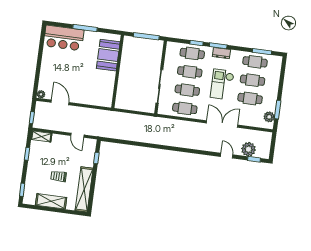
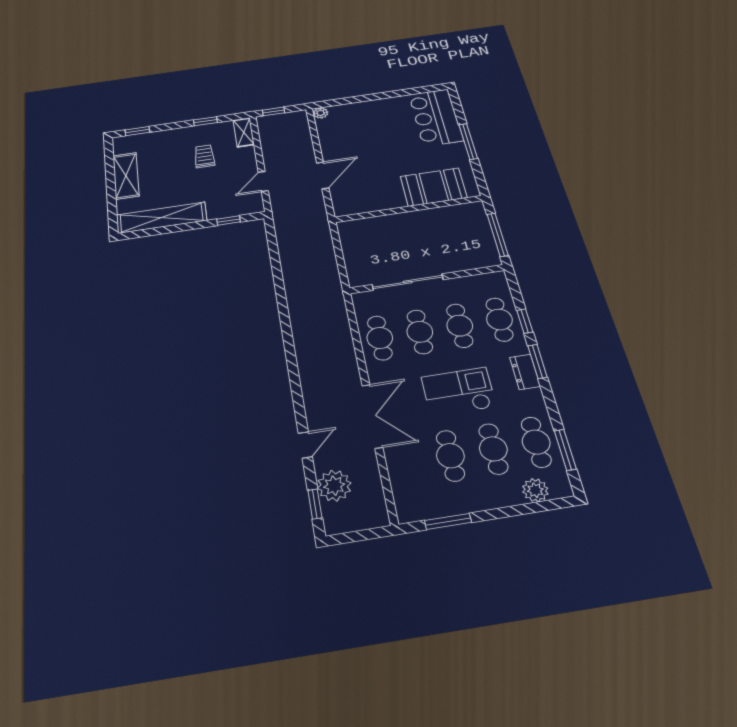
door: (60, 102) -> (323, 175), moved
plant: (269, 117) -> (535, 490), moved
trolley: (59, 176) -> (204, 156), moved

